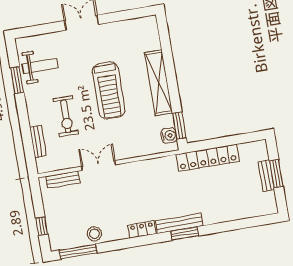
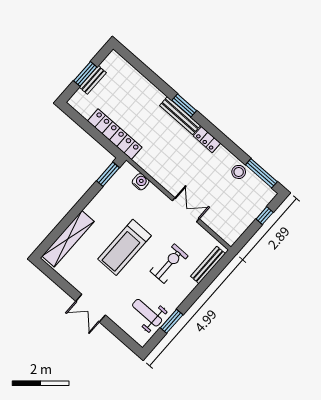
shelving: (159, 83) -> (68, 239), moved
treadmill: (109, 91) -> (124, 247), turned 180
water cooler: (169, 136) -> (141, 182), moved, turned 90
bench: (38, 141) -> (208, 265), width x1.36
double door: (99, 166) -> (186, 210), swing flipped
bench: (63, 180) -> (218, 228), removed

